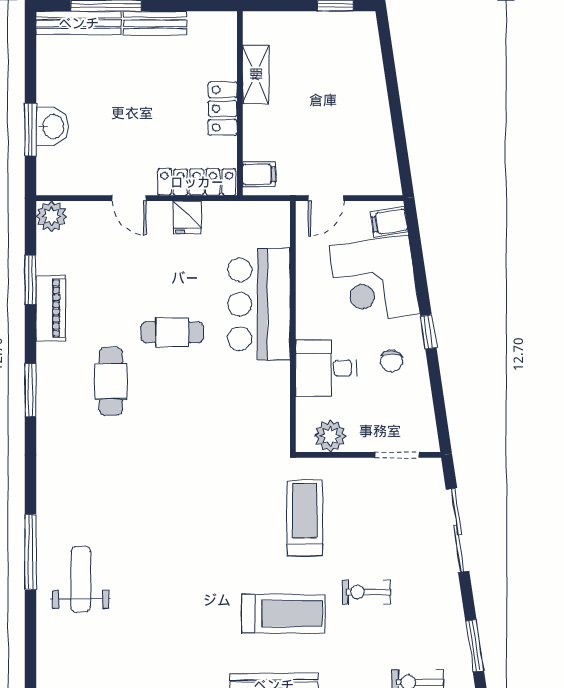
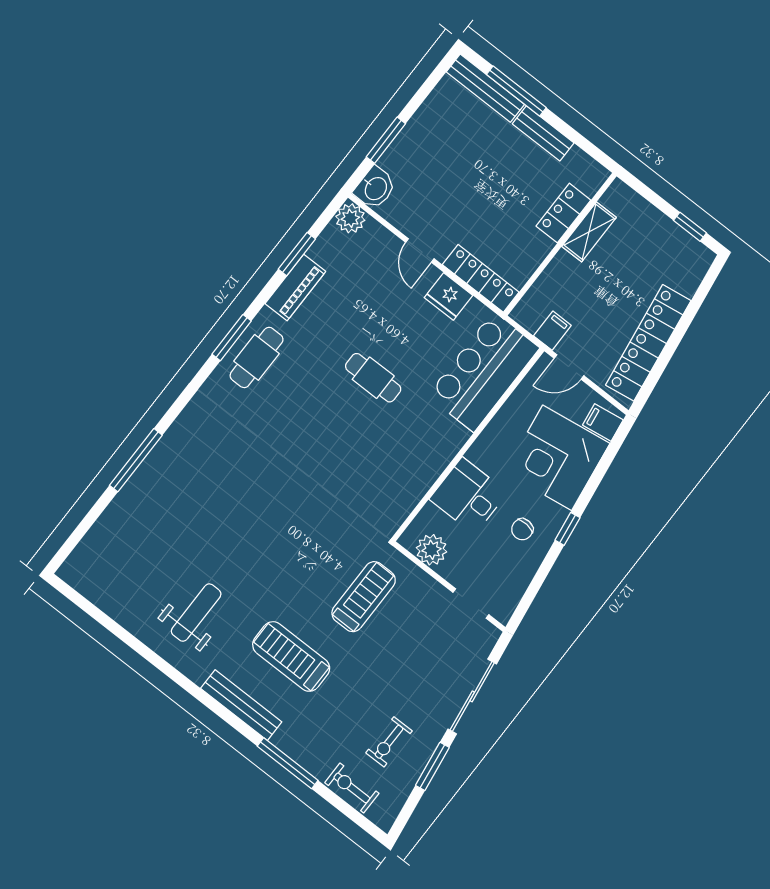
locker: (223, 109) -> (563, 213), moved
washbasin: (52, 126) -> (375, 188), moved
locker: (375, 127) -> (648, 343), added
filing cabinet: (259, 174) -> (552, 331), moved, turned -90
fridge: (187, 218) -> (448, 297), width x1.38
bar counter: (259, 304) -> (483, 372), moved
cafe table: (111, 381) -> (257, 357), moved
weight bench: (81, 579) -> (196, 613), moved
exercise bike: (366, 592) -> (389, 742), moved, turned -90
treadmill: (284, 613) -> (291, 656), turned 180
window: (475, 646) -> (432, 766), moved

